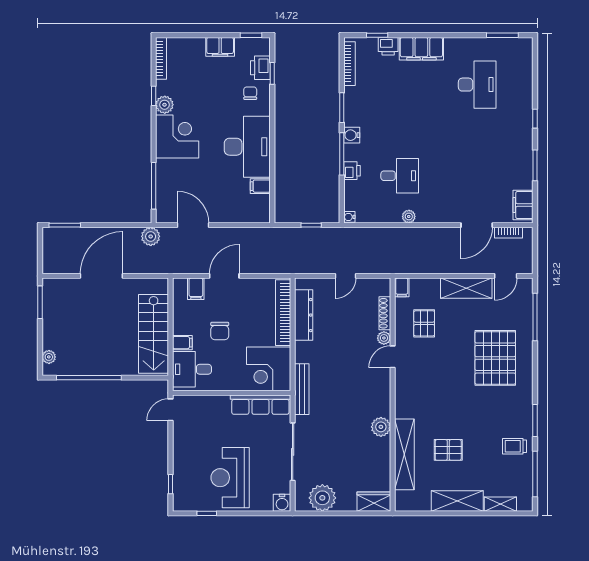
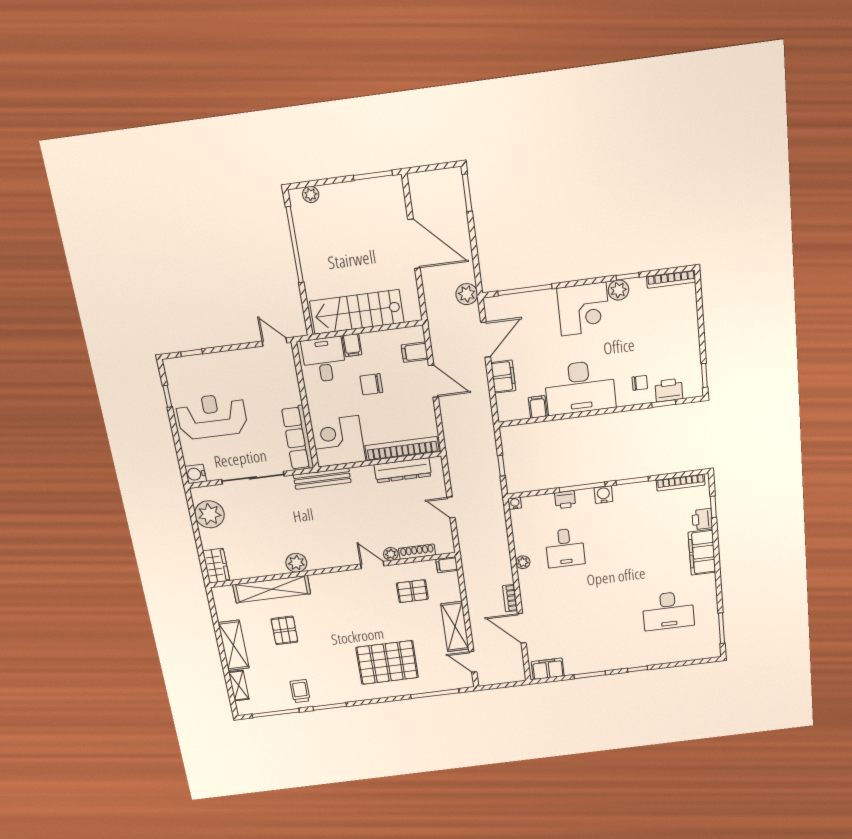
filing cabinet: (220, 47) -> (503, 377), moved, turned 180
bookcase: (509, 233) -> (510, 598), moved

